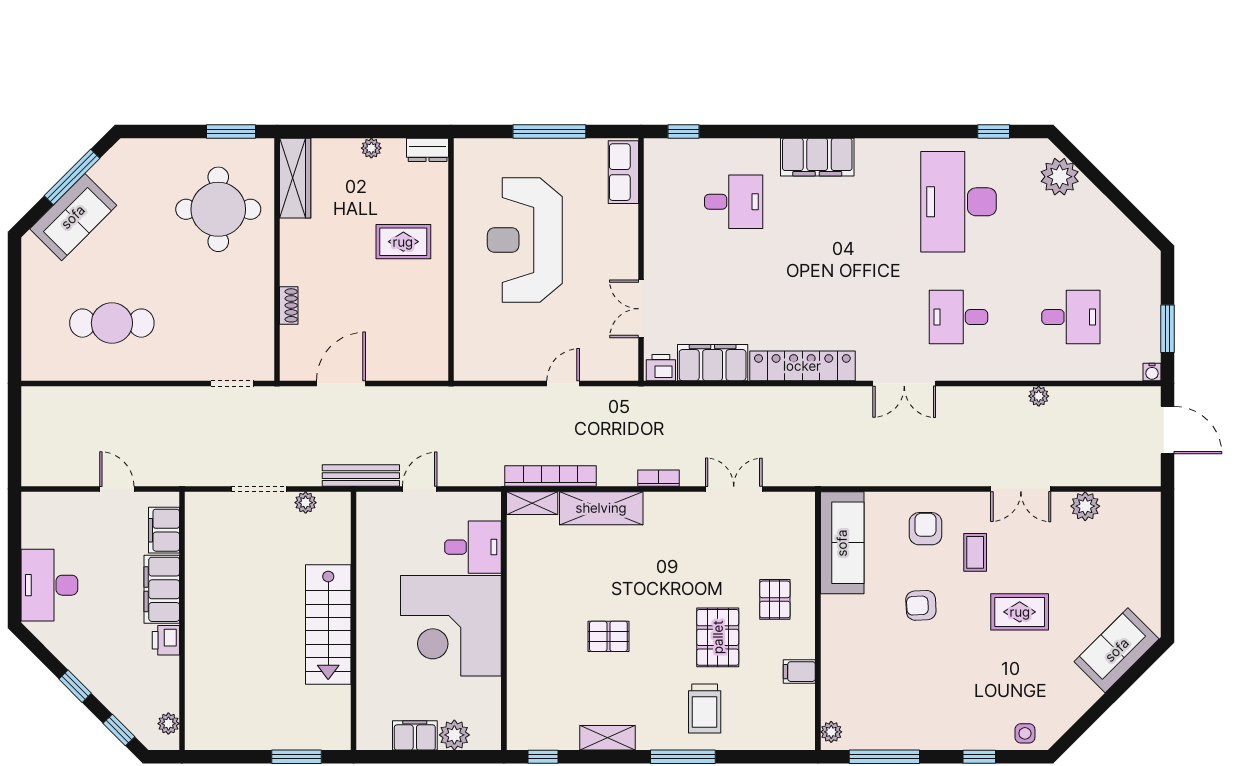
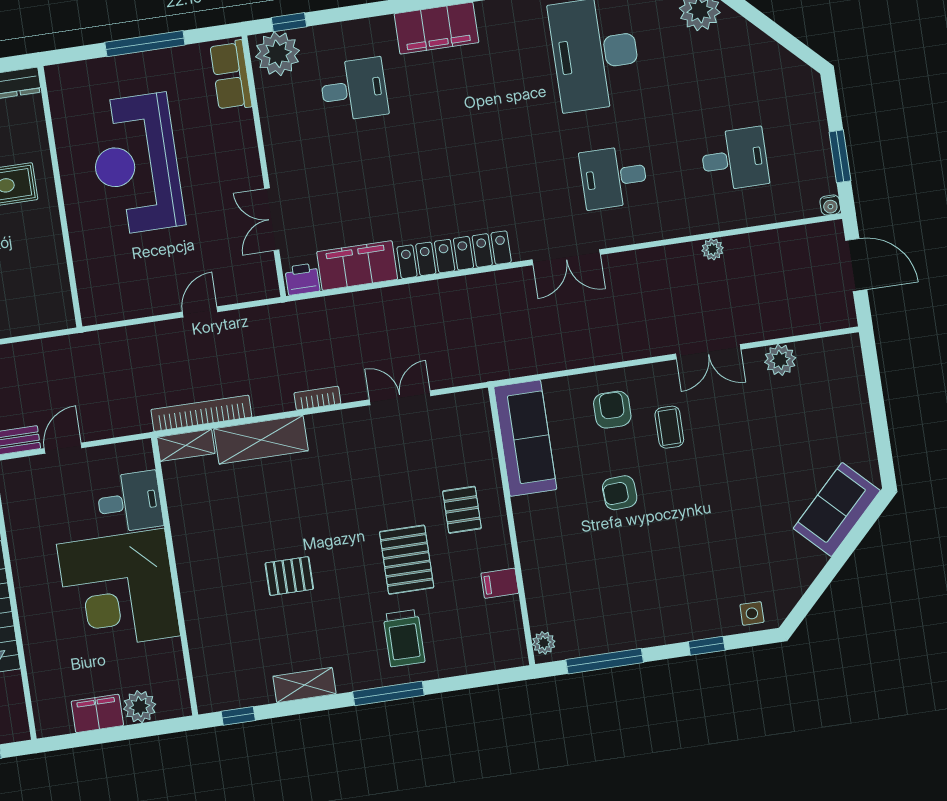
plant: (669, 159) -> (278, 54), added
rug: (1020, 612) -> (727, 484), removed

